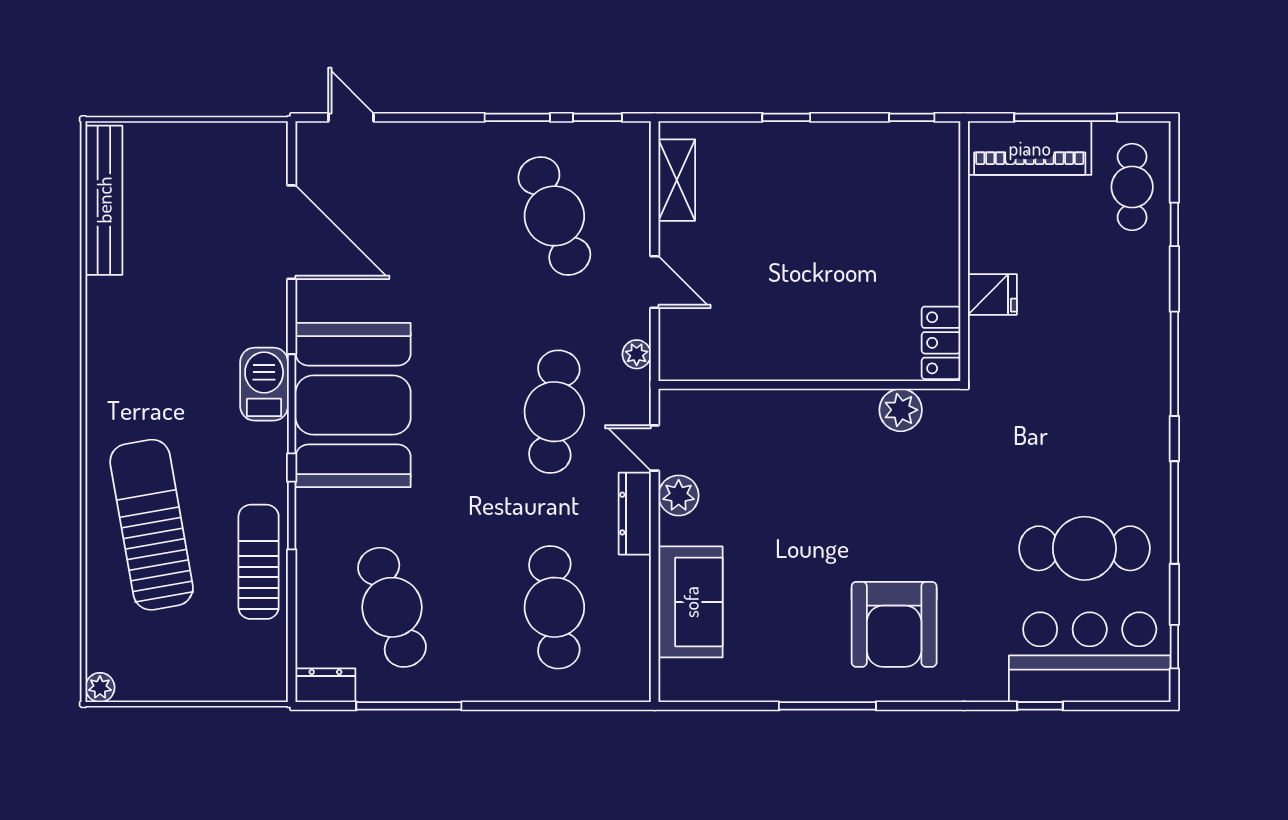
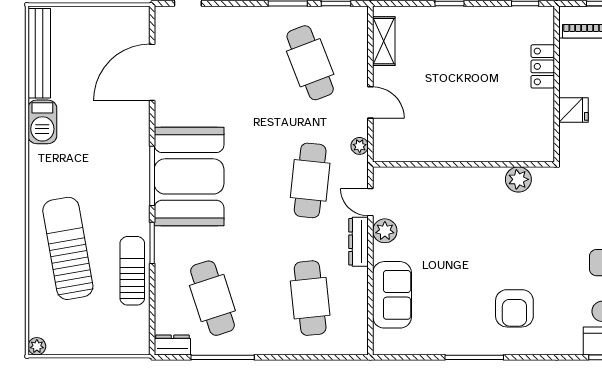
door: (292, 232) -> (152, 72), swing flipped
locker: (941, 343) -> (543, 66), moved
barbecue: (264, 384) -> (42, 122), moved, turned 180
armchair: (894, 624) -> (514, 308), width x0.73, depth x0.73

